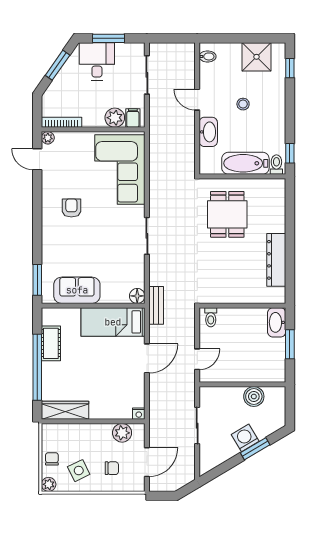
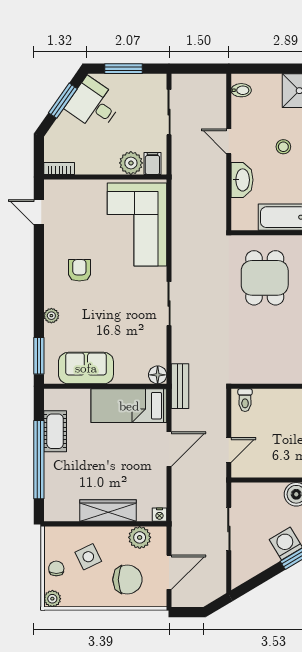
desk: (97, 61) -> (94, 104), moved, turned -55
bookcase: (62, 122) -> (59, 168), width x0.64
plant: (48, 138) -> (51, 316), moved
wardrobe: (65, 410) -> (108, 511), moved
chair: (112, 468) -> (127, 580), width x1.87, depth x1.87
side table: (79, 471) -> (88, 557), moved

